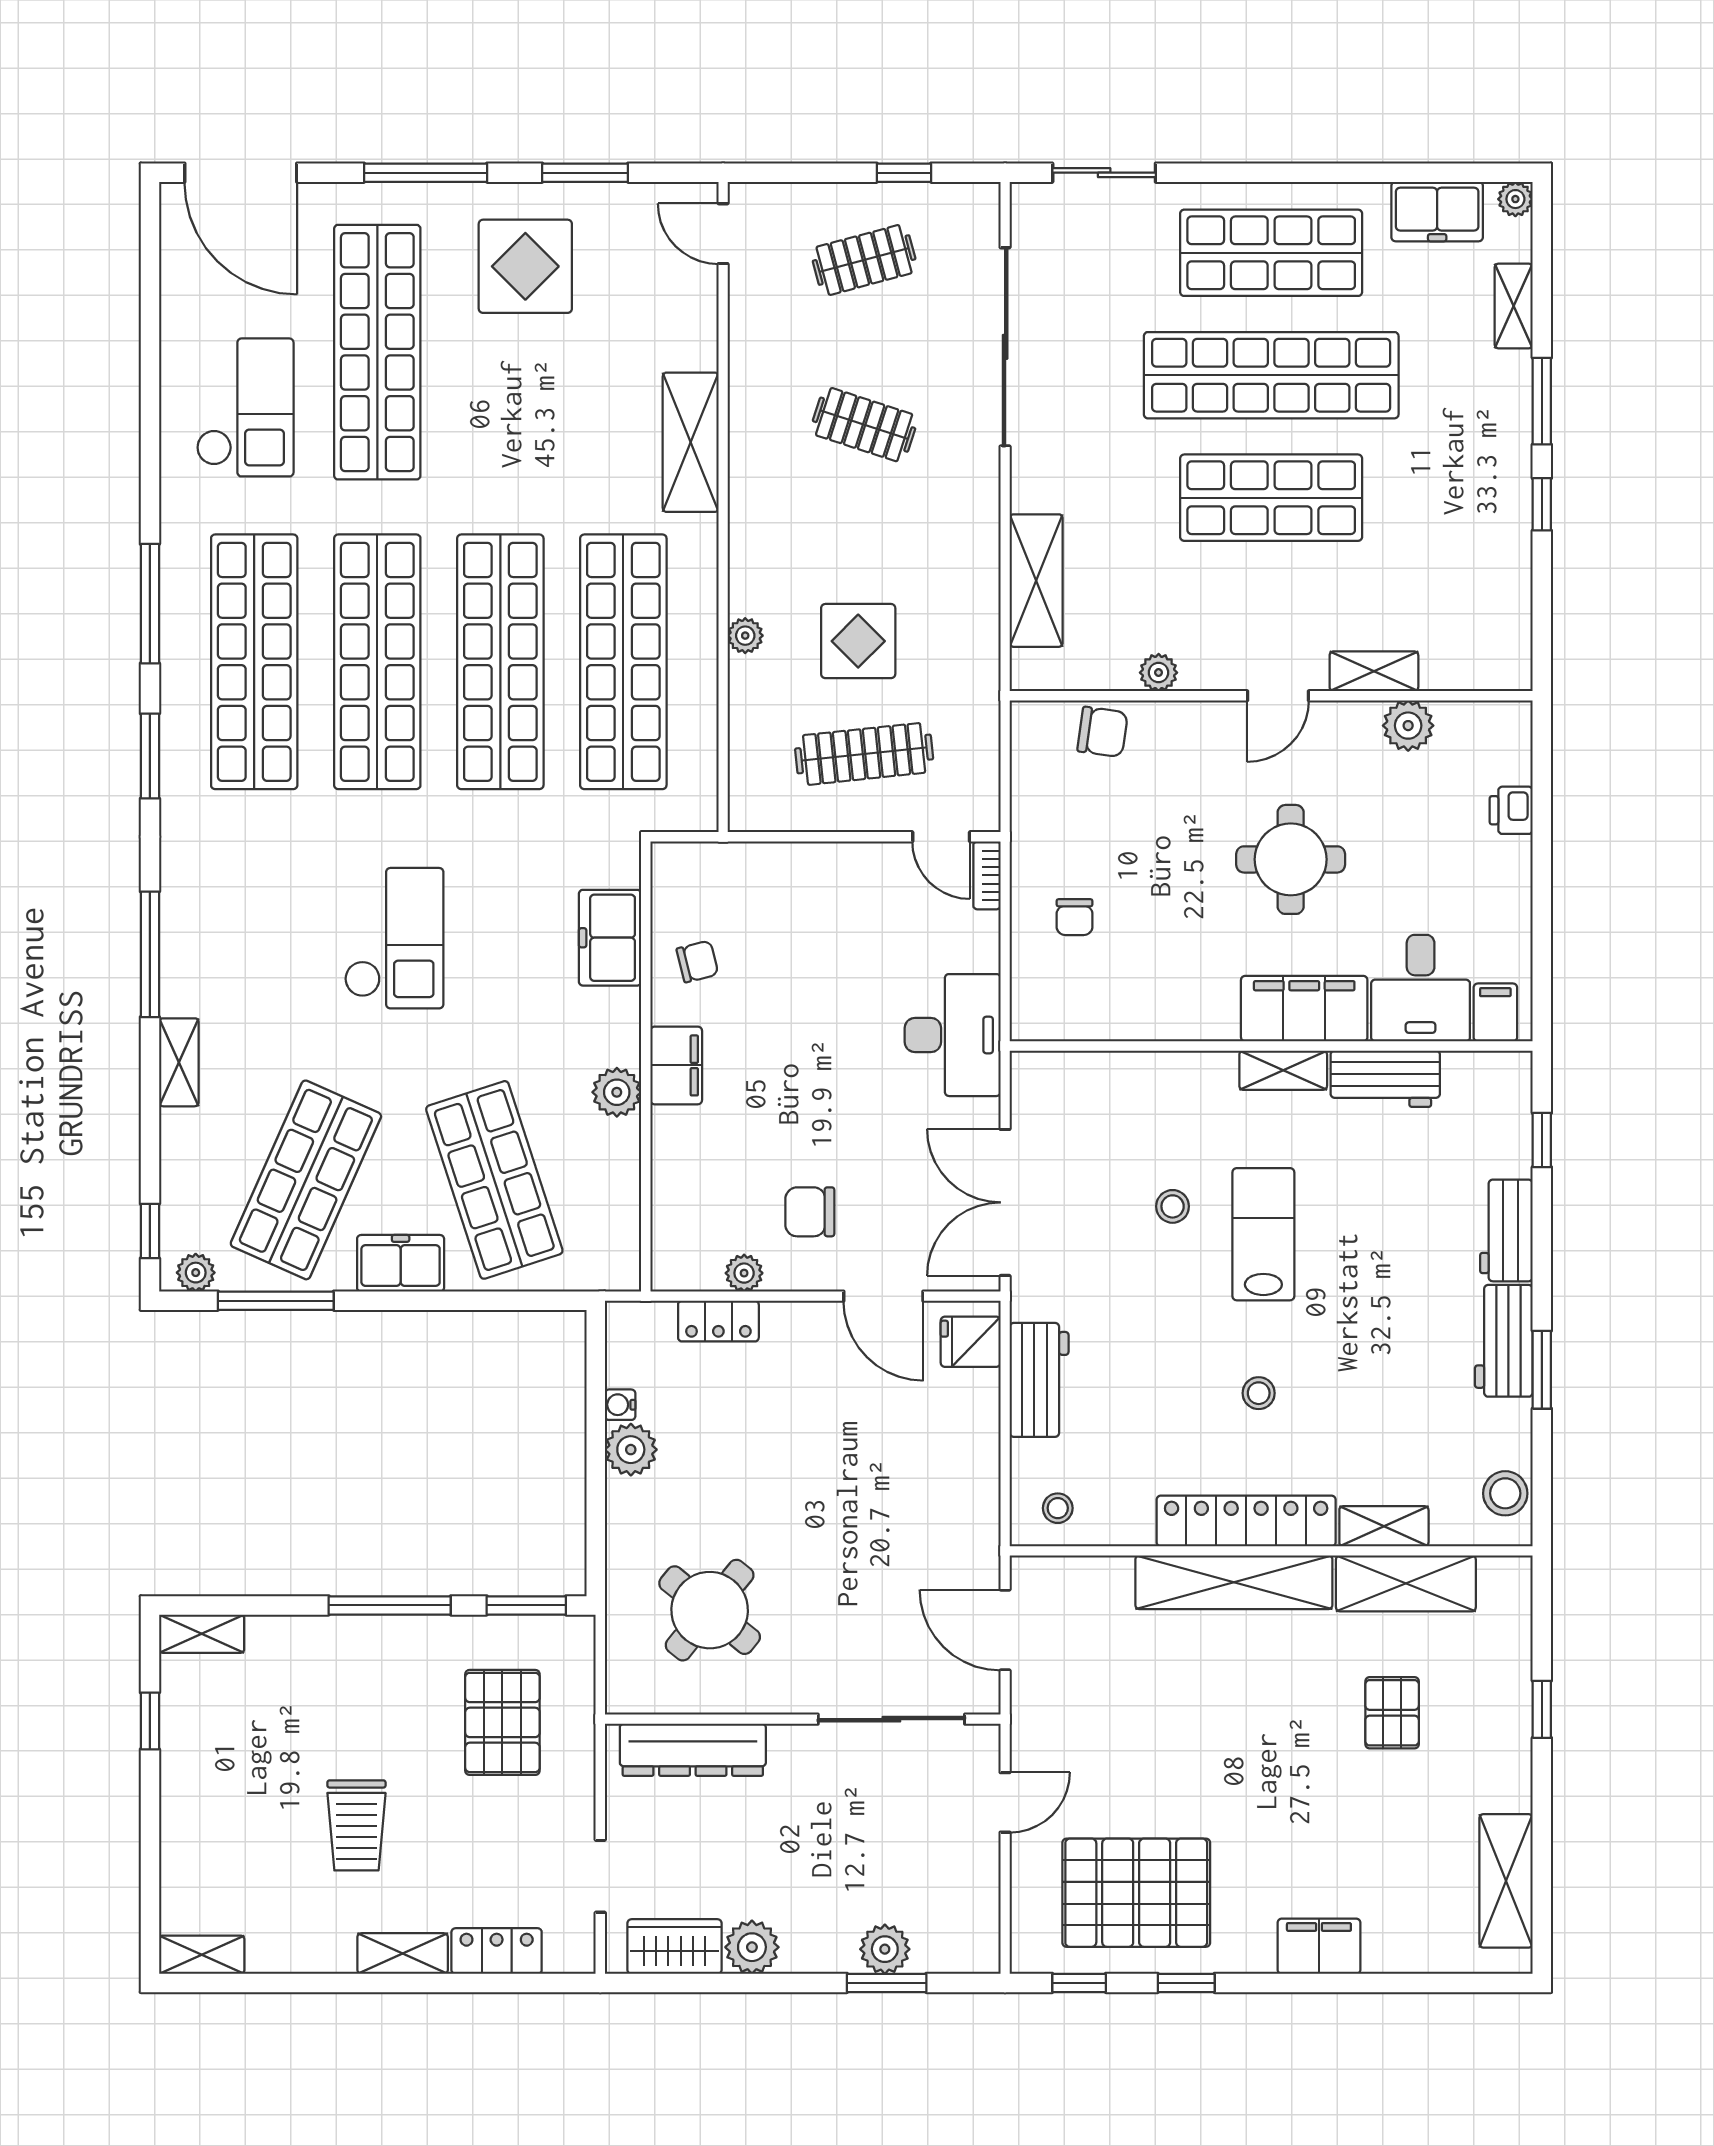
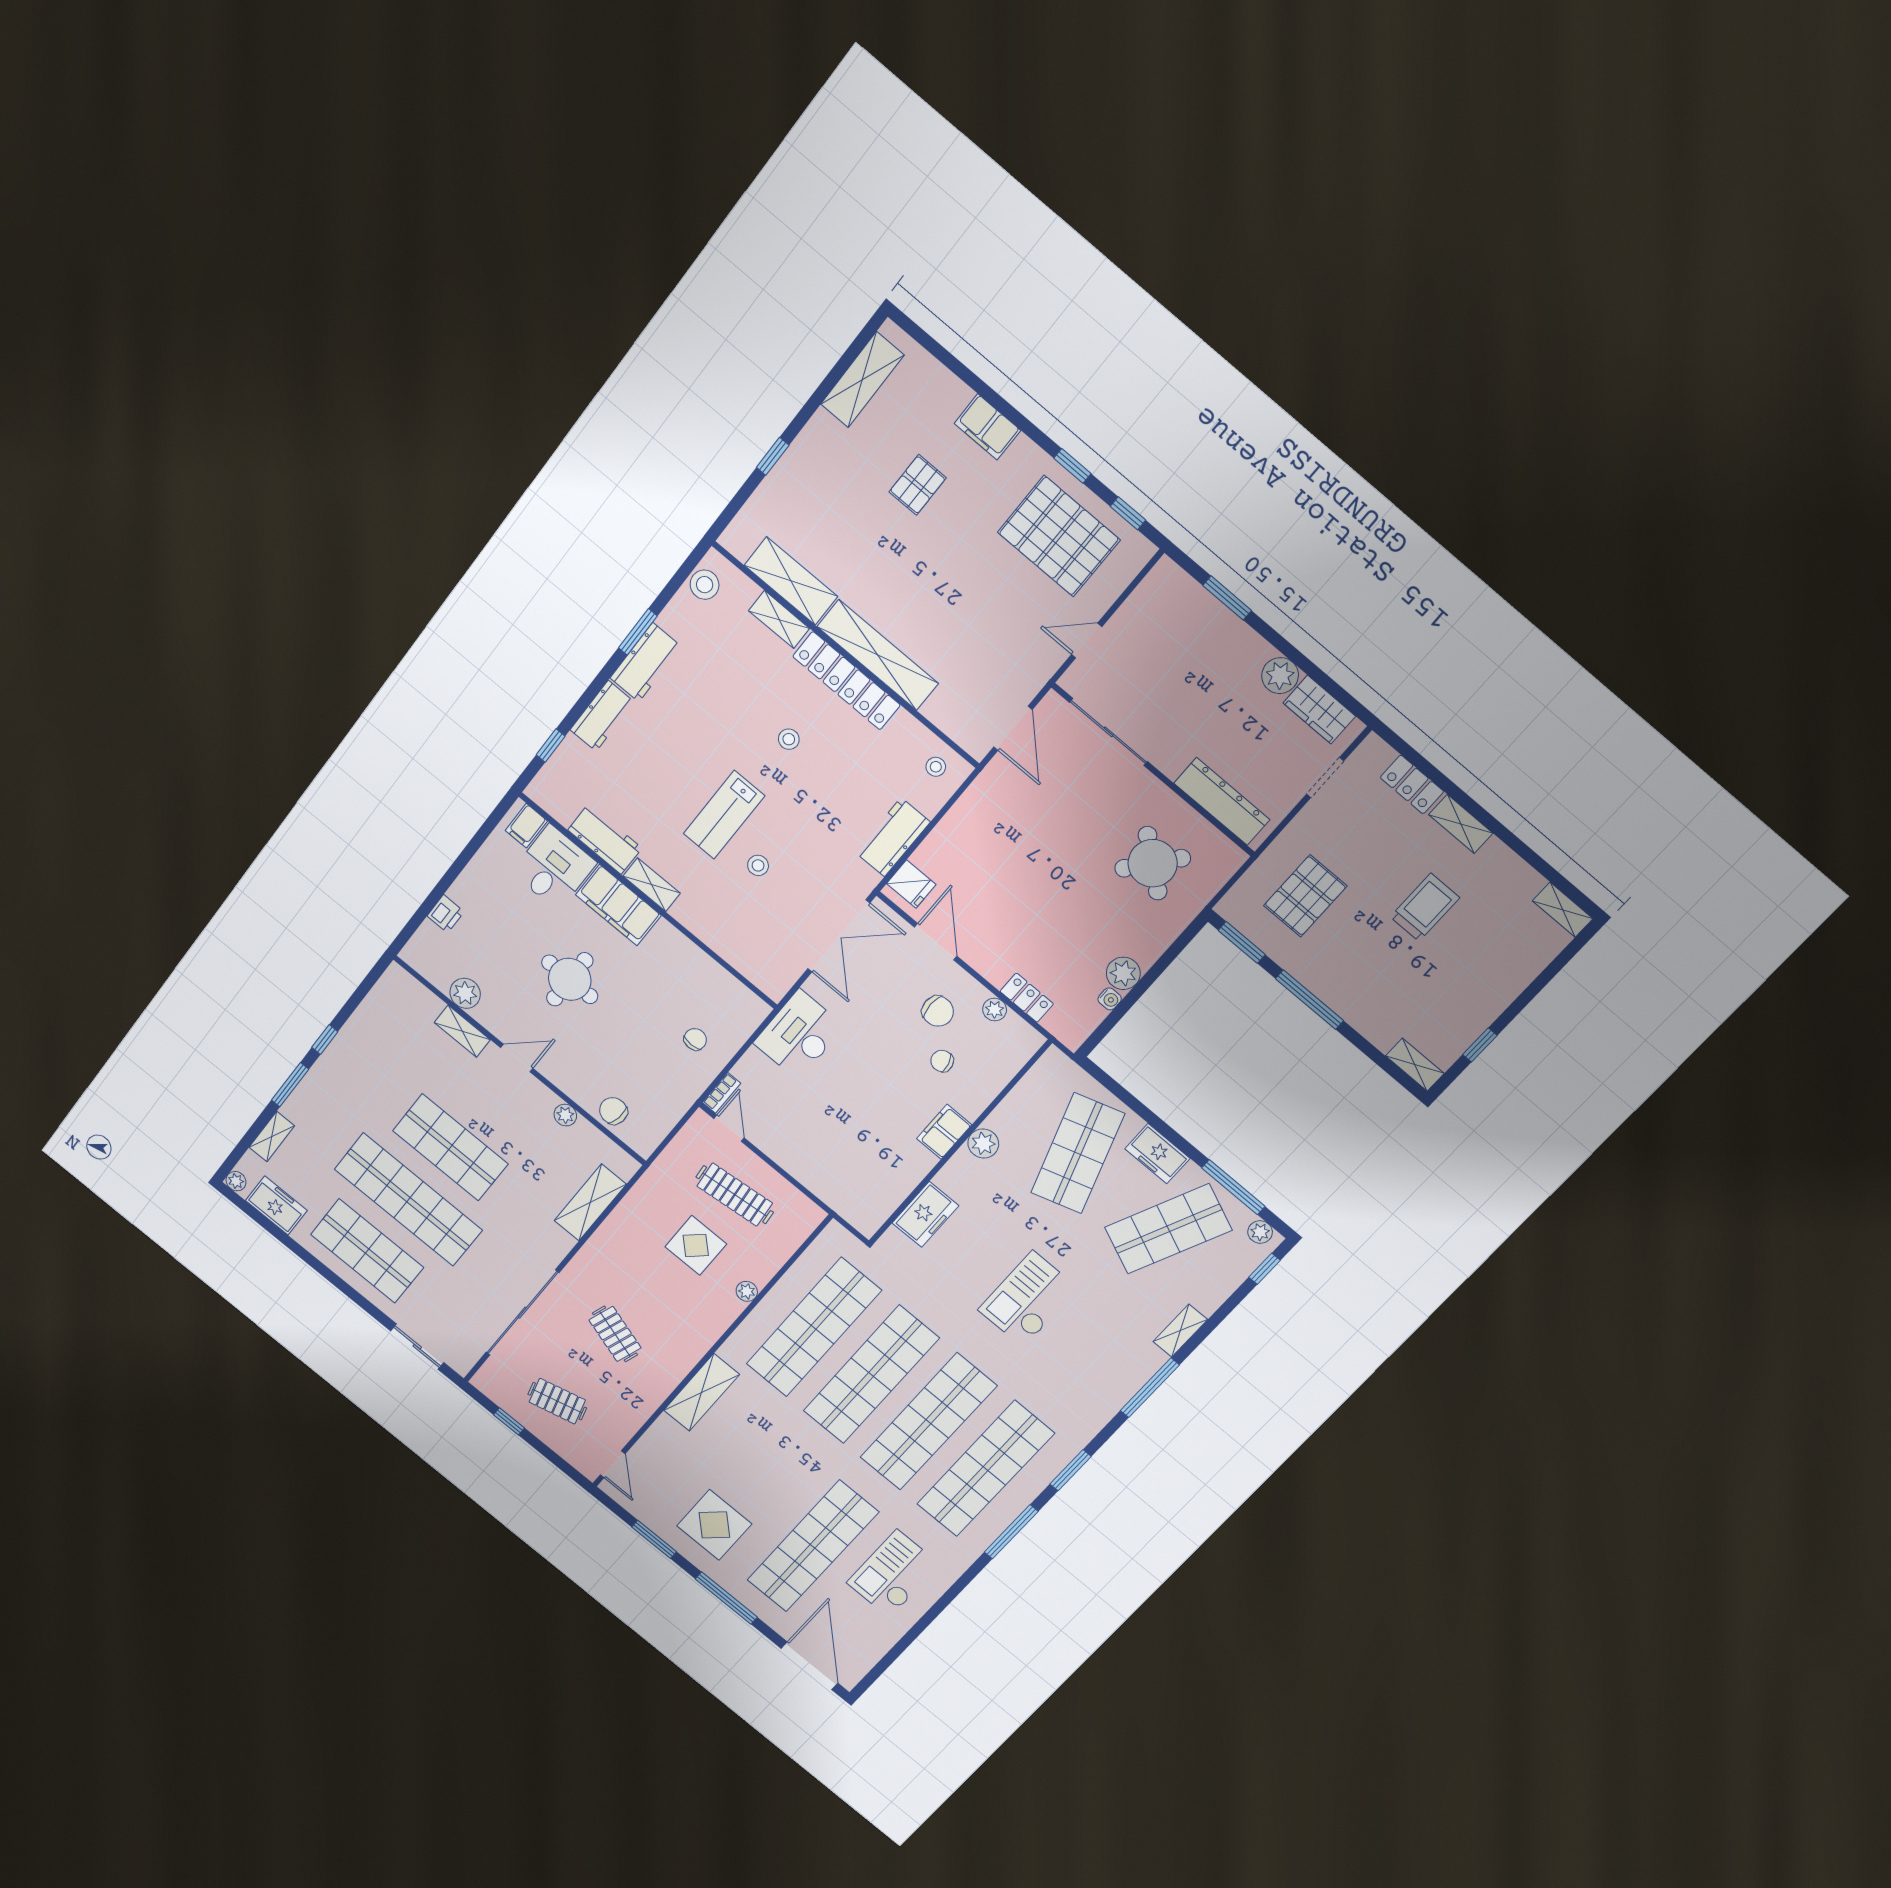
chair: (697, 962) -> (942, 1061), moved
pallet: (1392, 1713) -> (918, 485), moved
plant: (885, 1949) -> (1213, 617), removed

